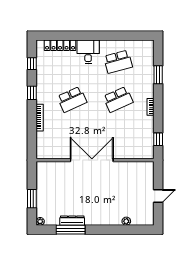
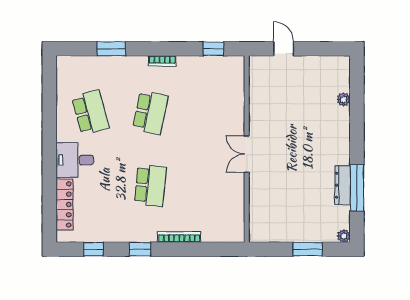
school desk: (72, 99) -> (150, 186), turned 30
school desk: (118, 99) -> (150, 112), turned 36
double door: (92, 160) -> (247, 154), width x0.54
door: (158, 196) -> (284, 49), moved

